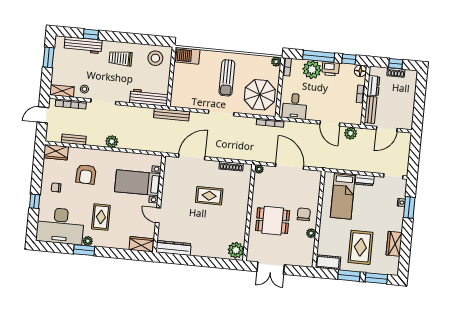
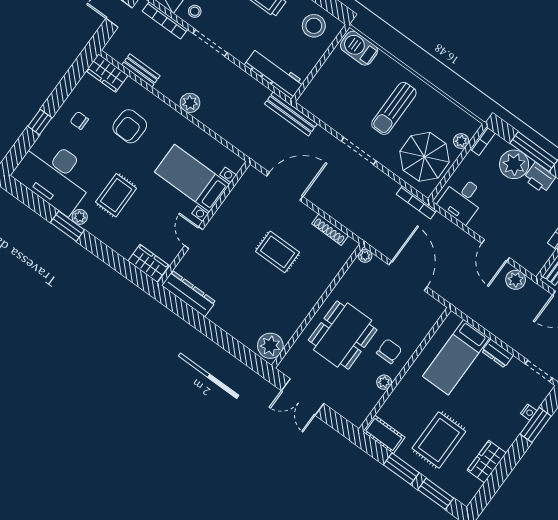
plant: (276, 62) -> (461, 141), moved
dining table: (273, 221) -> (343, 335), width x1.38

